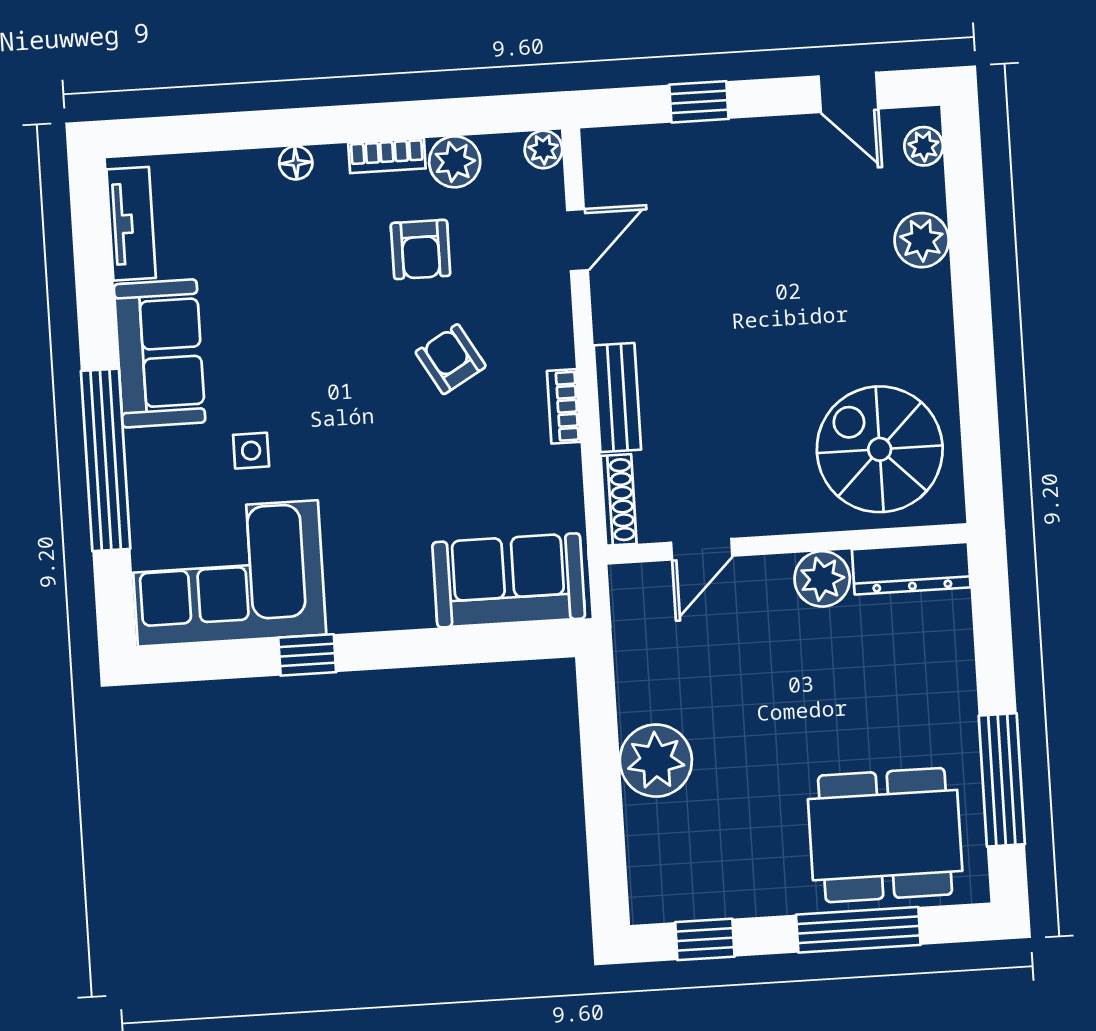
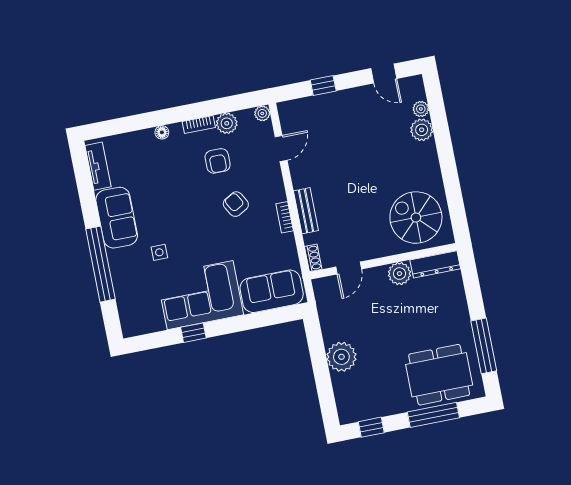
plant: (924, 146) -> (421, 109), moved
shoe rack: (619, 500) -> (313, 258), width x0.70
corner sofa: (228, 573) -> (200, 295), moved

